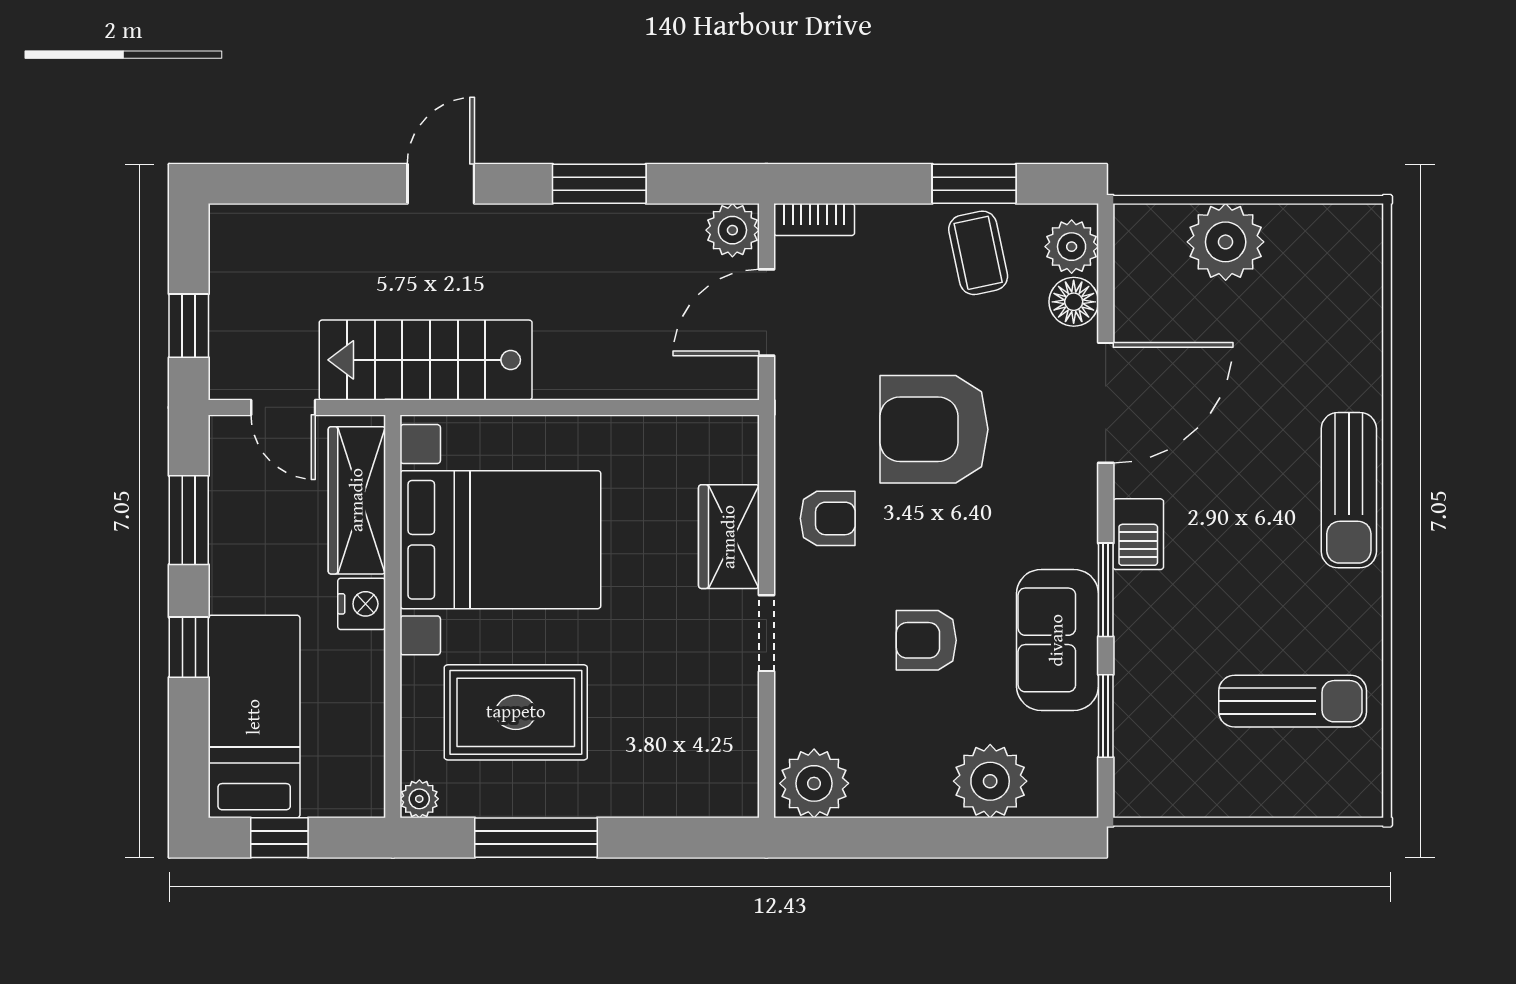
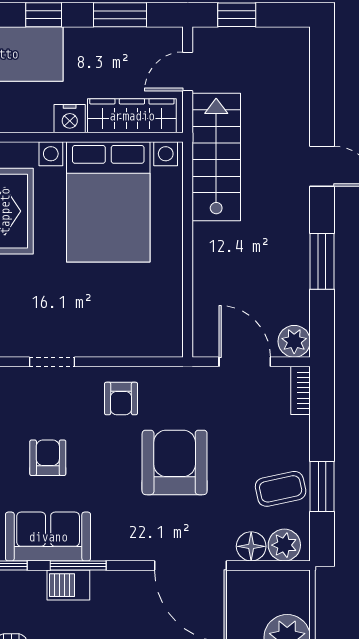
barbecue: (1138, 534) -> (68, 585), moved
wardrobe: (729, 537) -> (110, 339), removed

